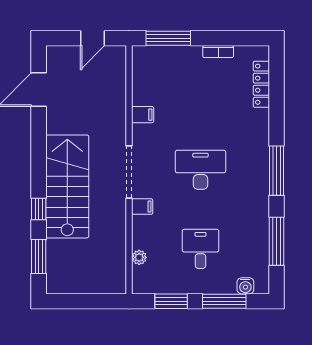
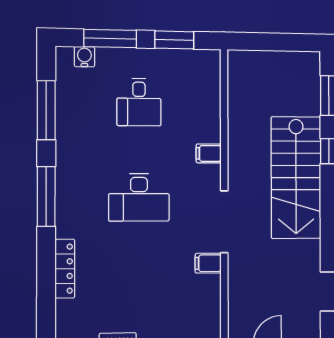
locker: (261, 84) -> (65, 269), moved
doorway: (129, 172) -> (224, 222), moved
plant: (139, 257) -> (212, 93), removed

